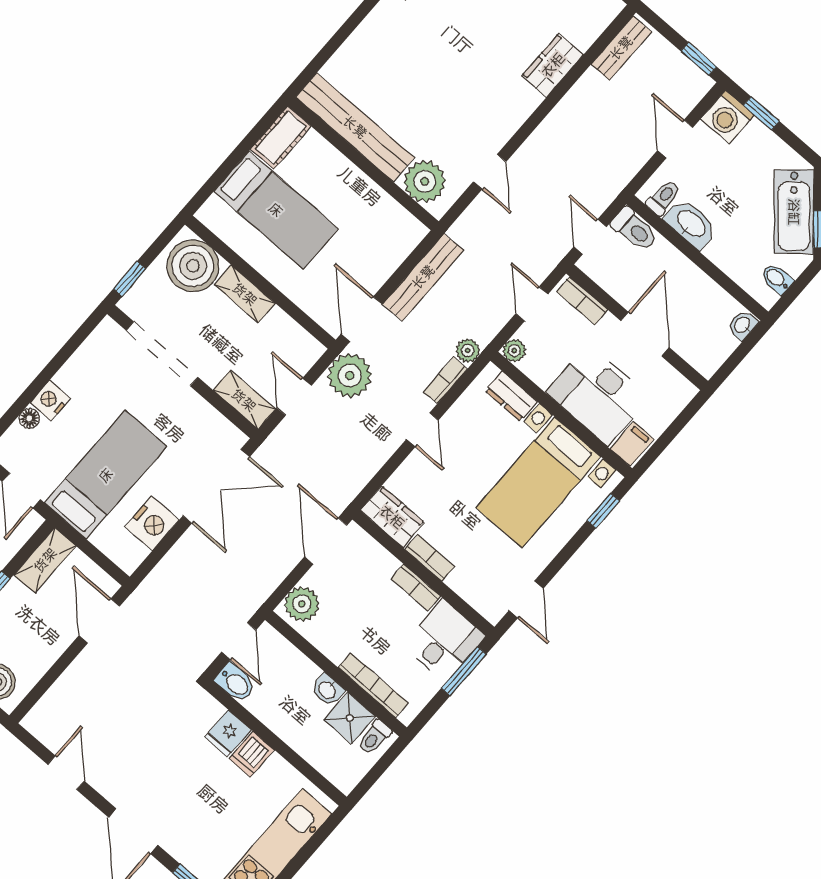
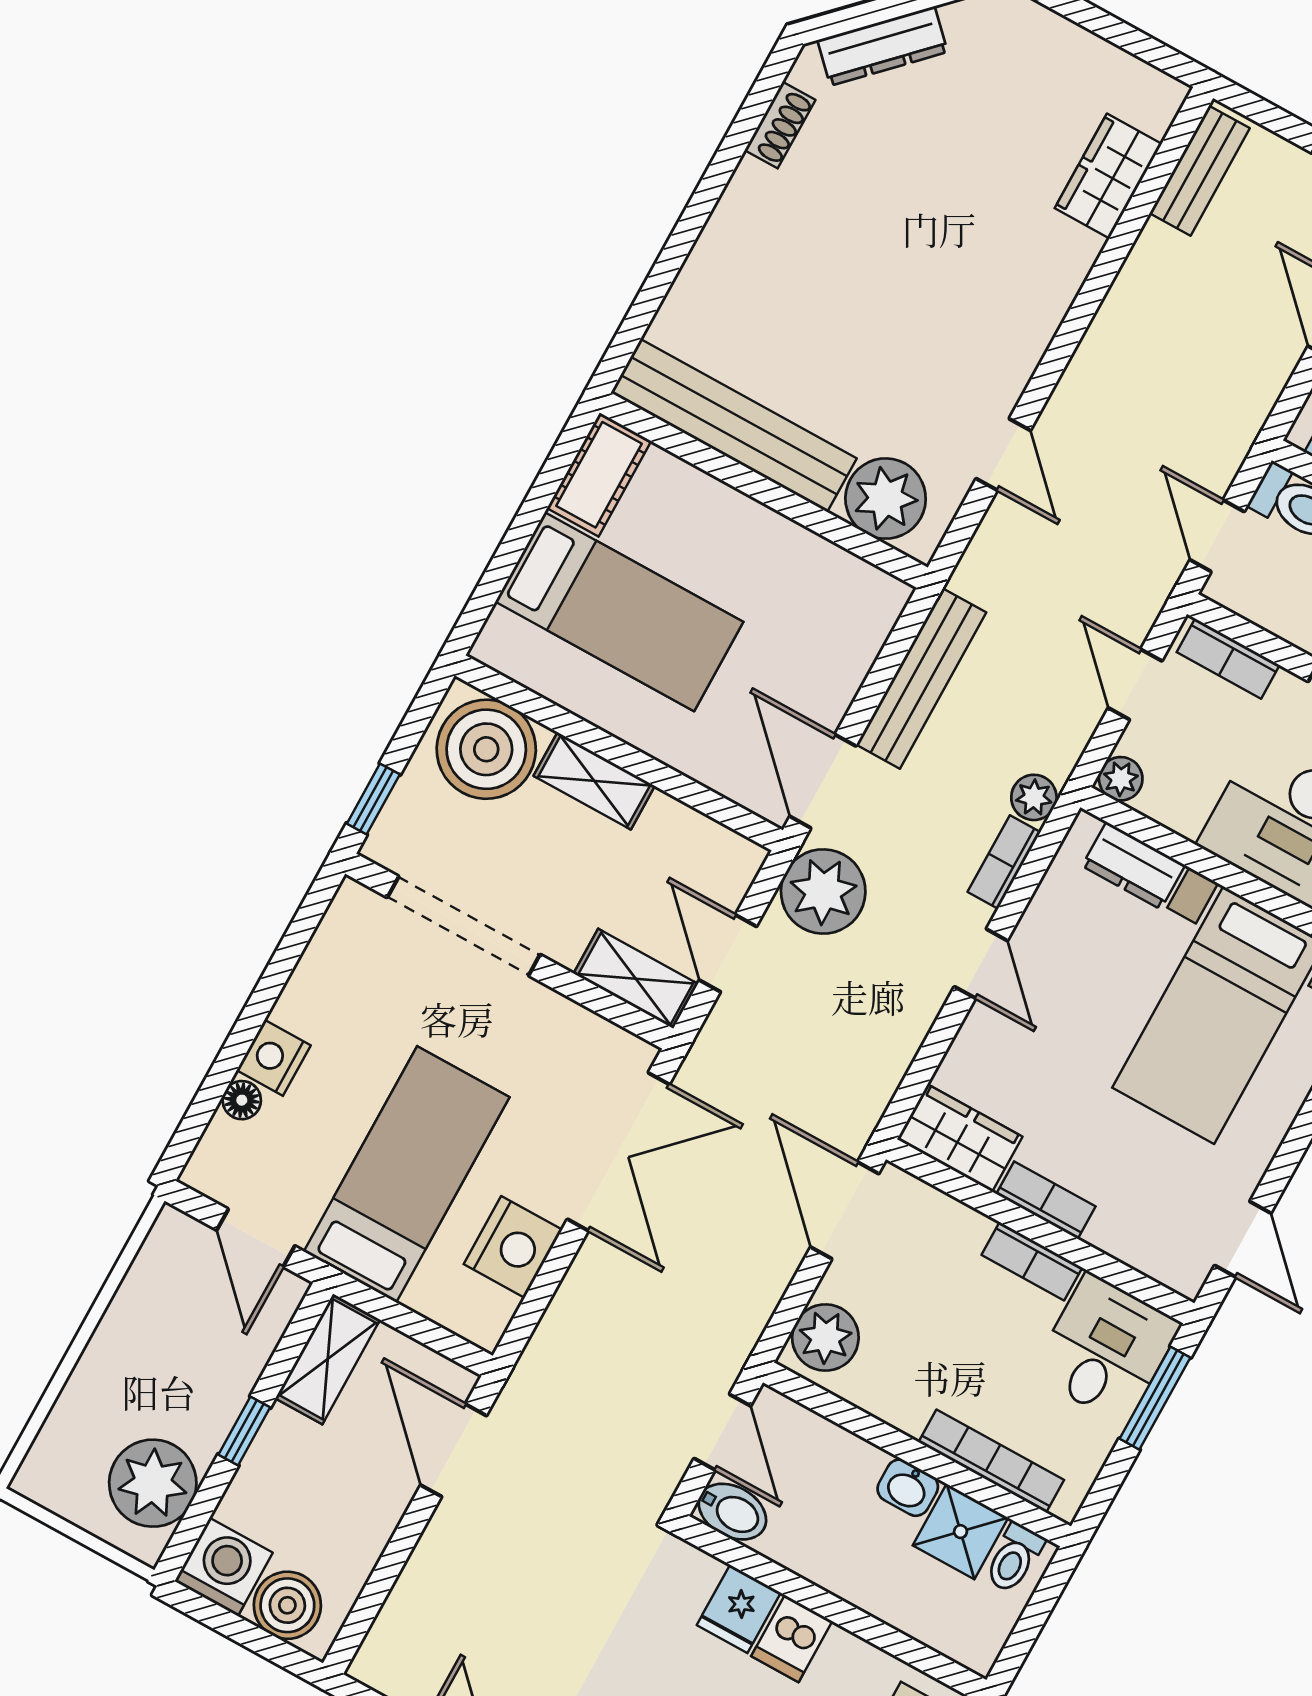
wardrobe: (553, 65) -> (1108, 176), moved

